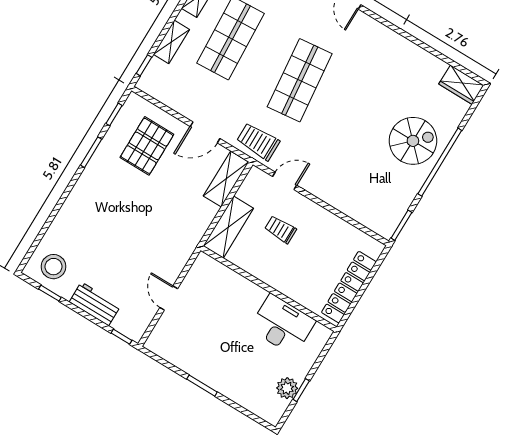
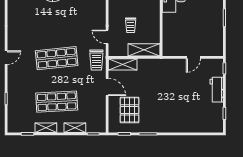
pallet: (147, 146) -> (130, 110), turned 90
stool: (54, 267) -> (211, 119), removed

